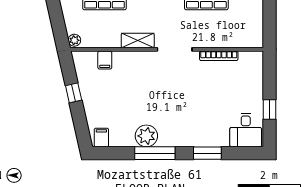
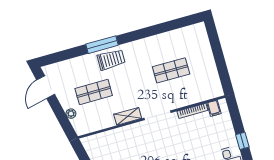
plant: (74, 40) -> (71, 114), moved
filing cabinet: (105, 60) -> (214, 108), moved

